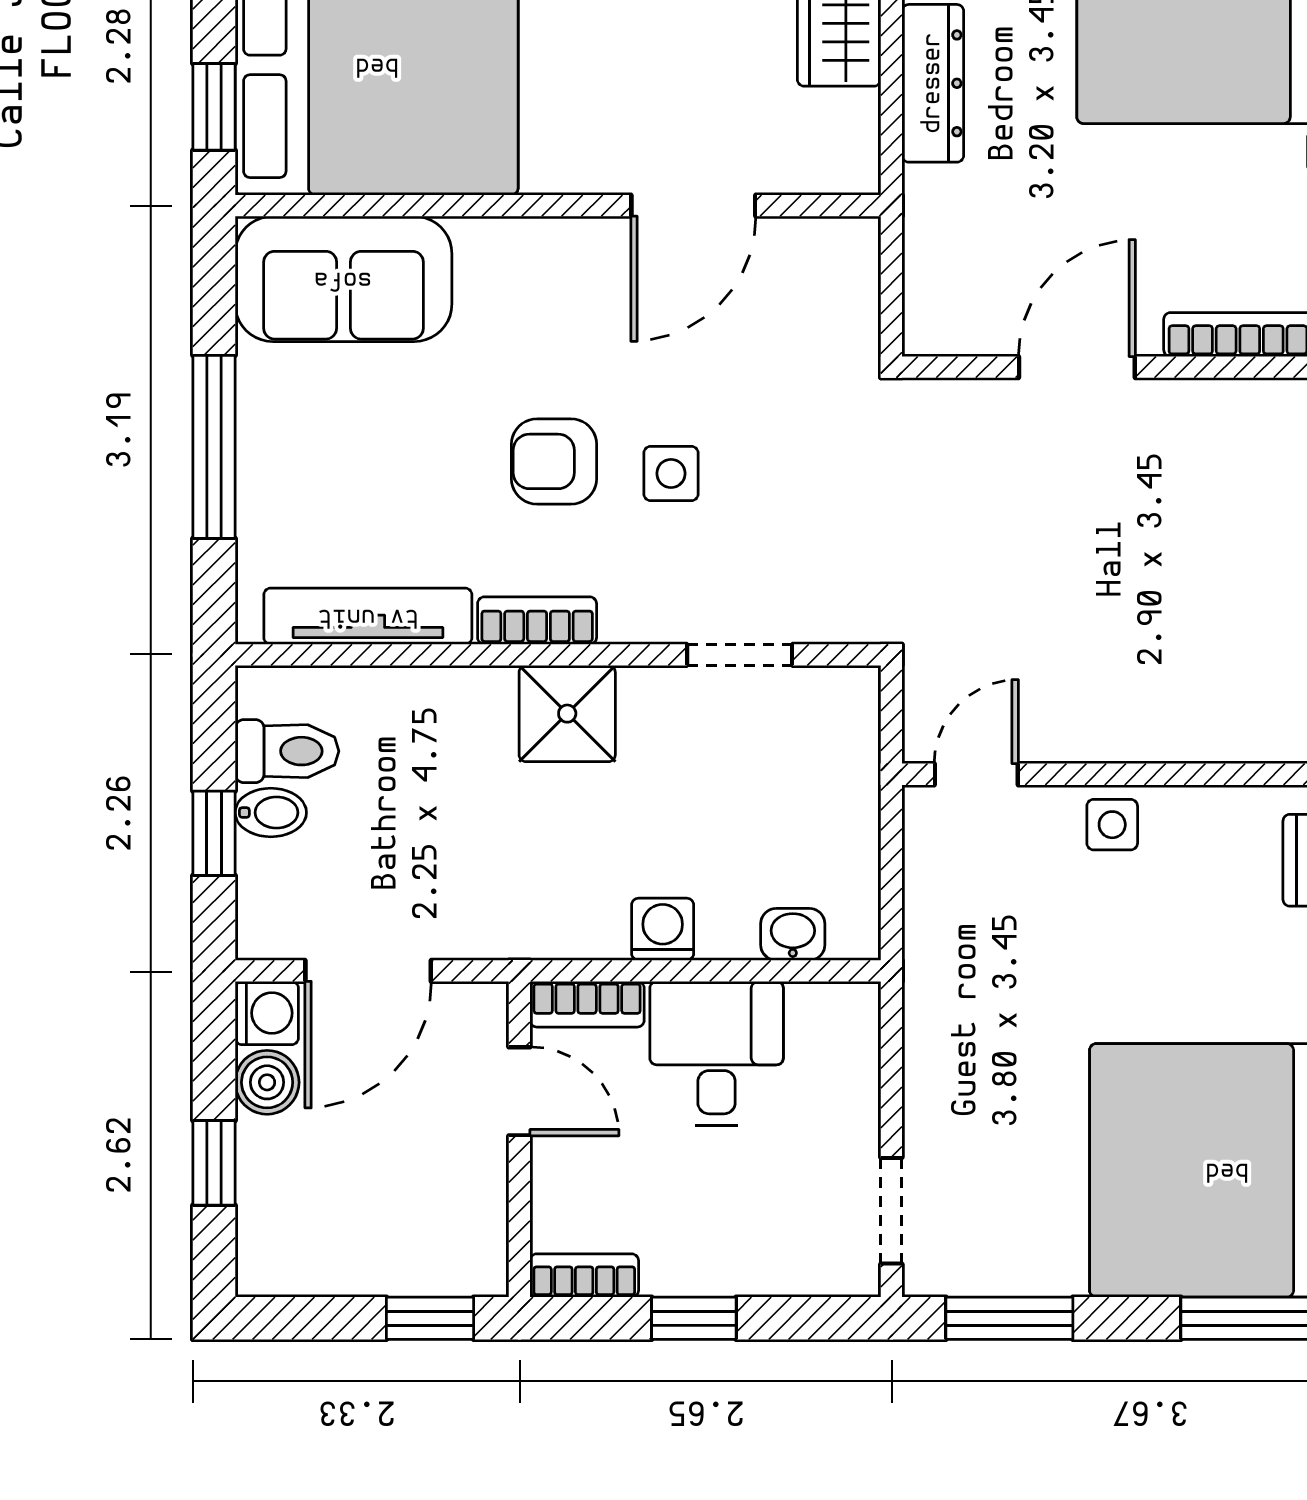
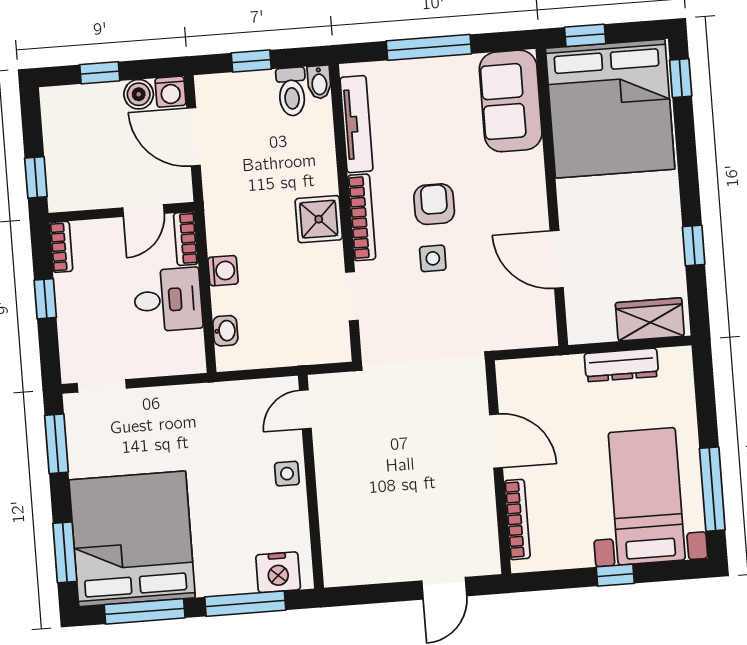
bookcase: (537, 621) -> (362, 217), width x1.56
door: (976, 774) -> (305, 409), swing flipped
bidet: (271, 813) -> (319, 82), moved

